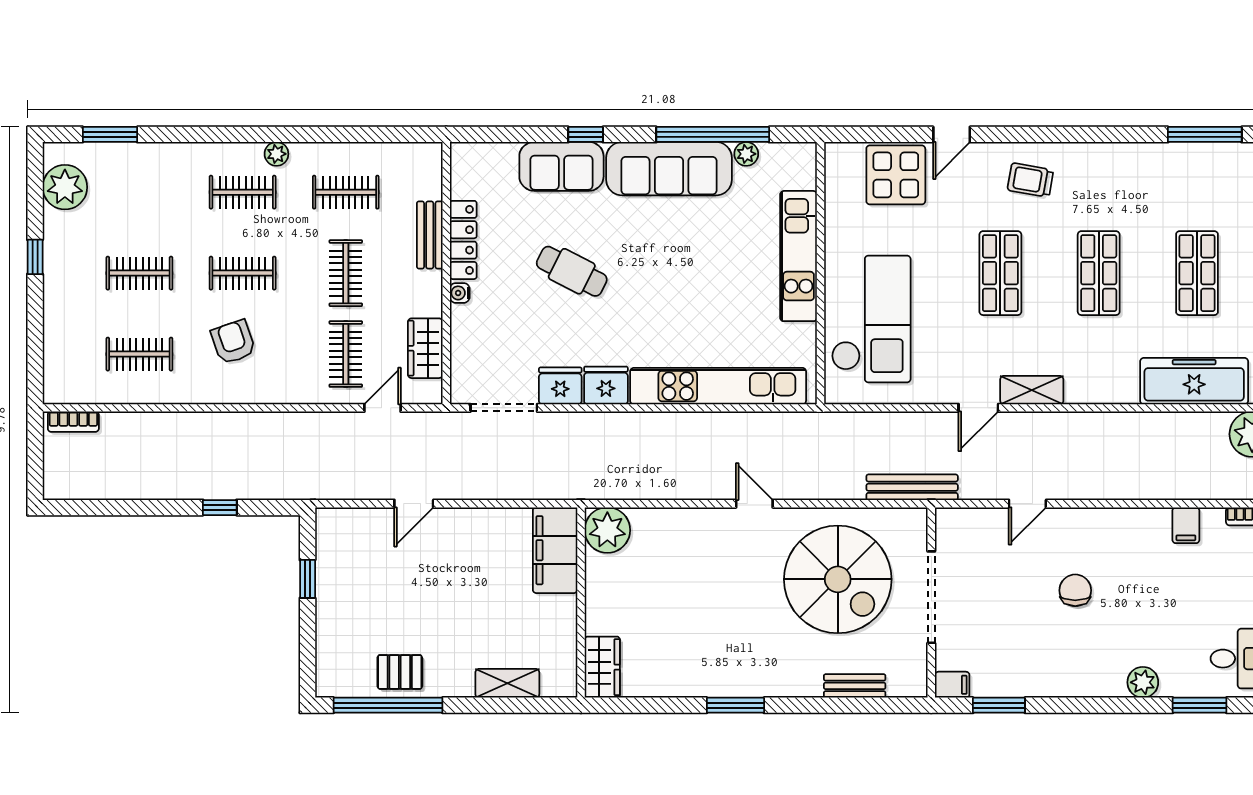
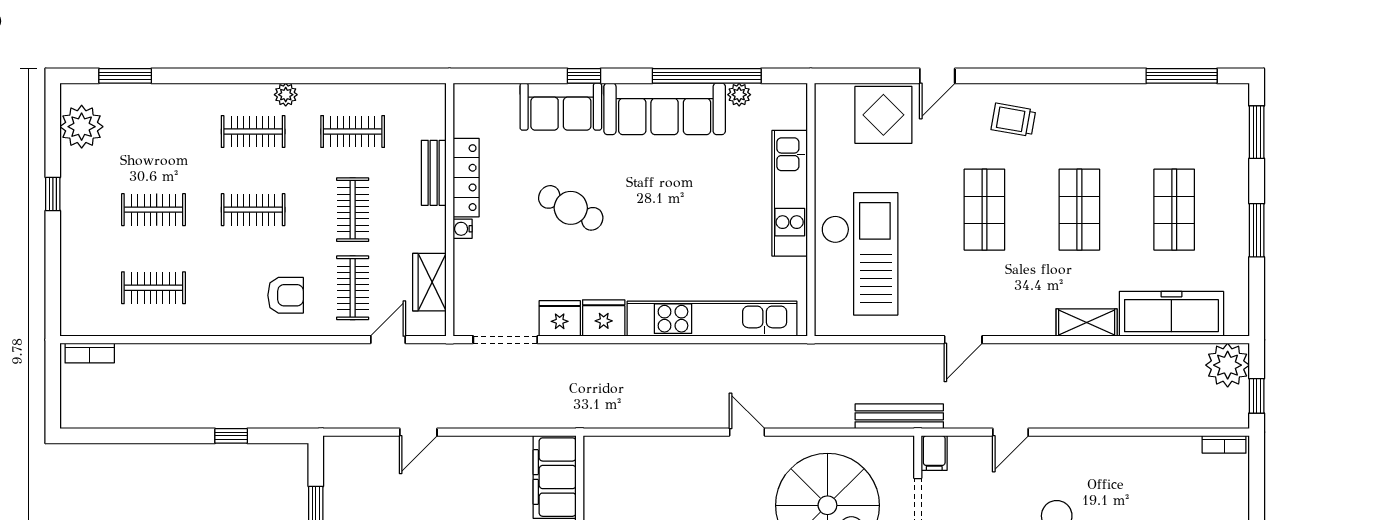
armchair: (233, 342) -> (286, 295), moved, turned 109
shelving: (1032, 390) -> (1087, 322), moved
filing cabinet: (1186, 525) -> (934, 453), moved
plant: (607, 530) -> (605, 458), removed

